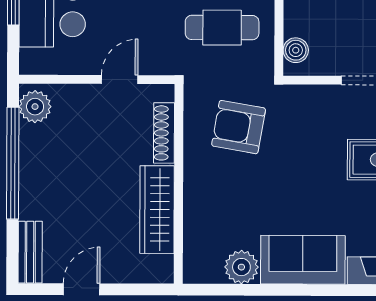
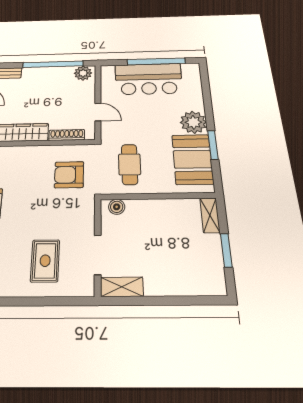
armchair: (239, 127) -> (69, 175), turned -100

